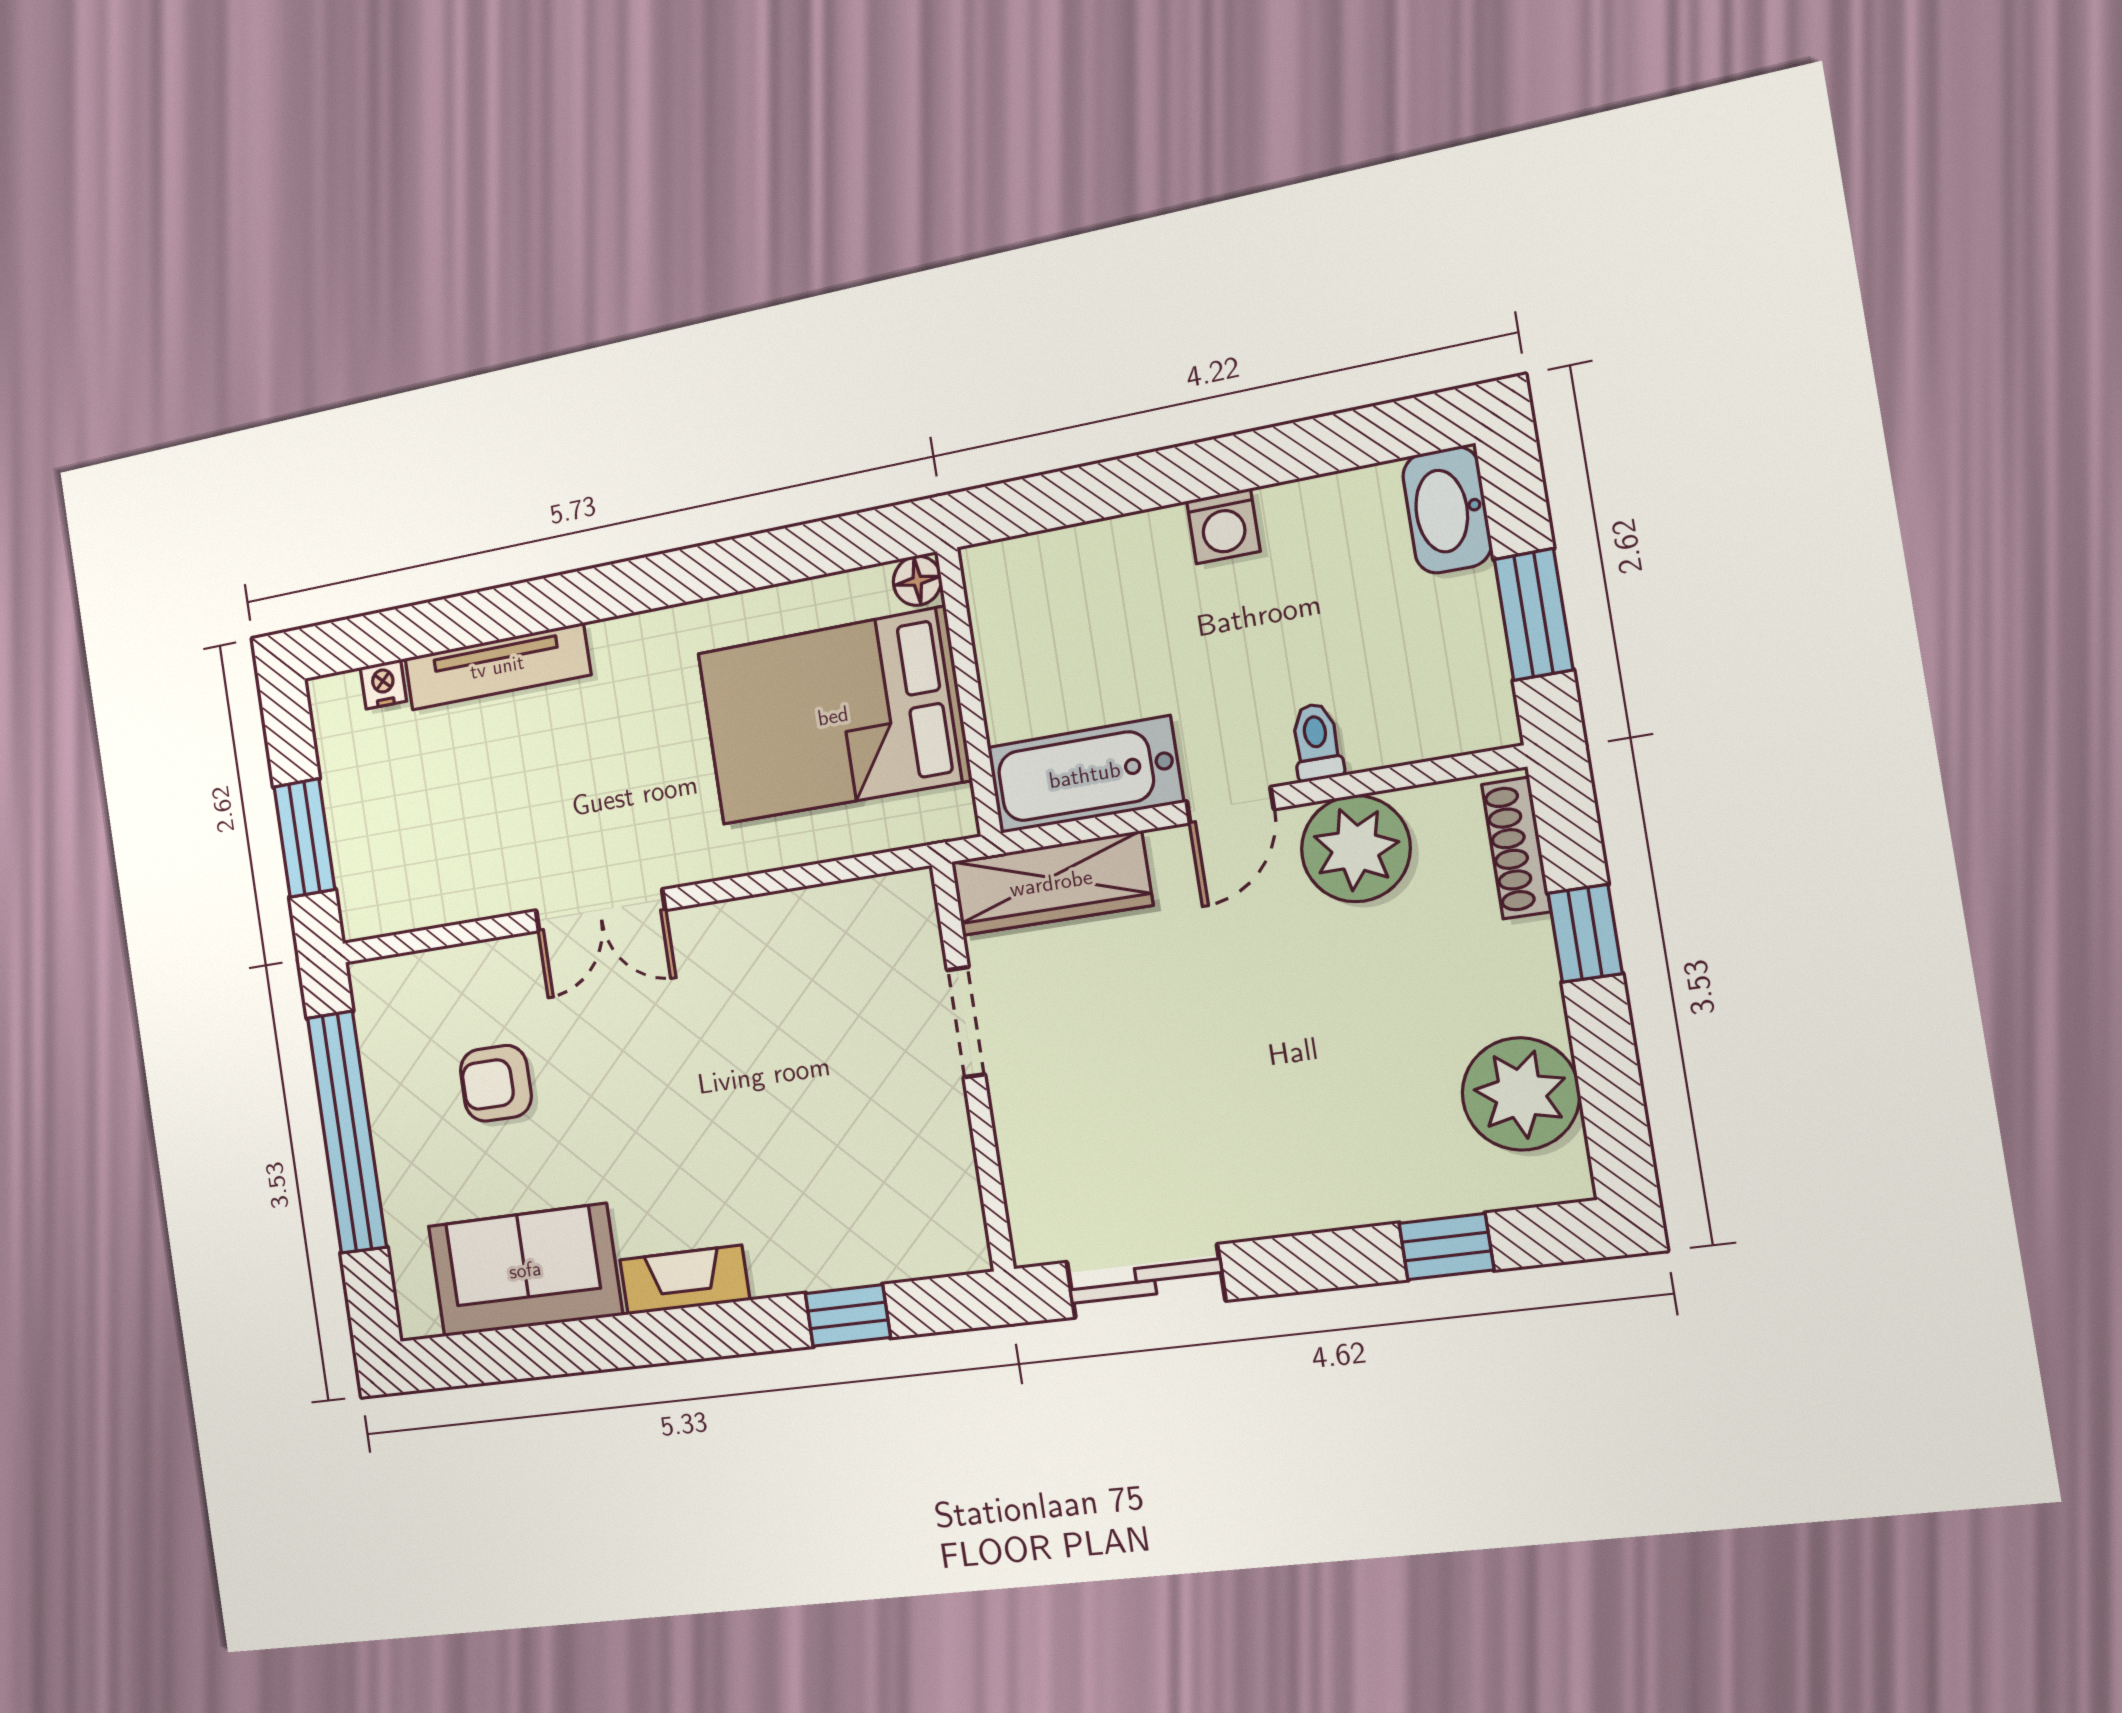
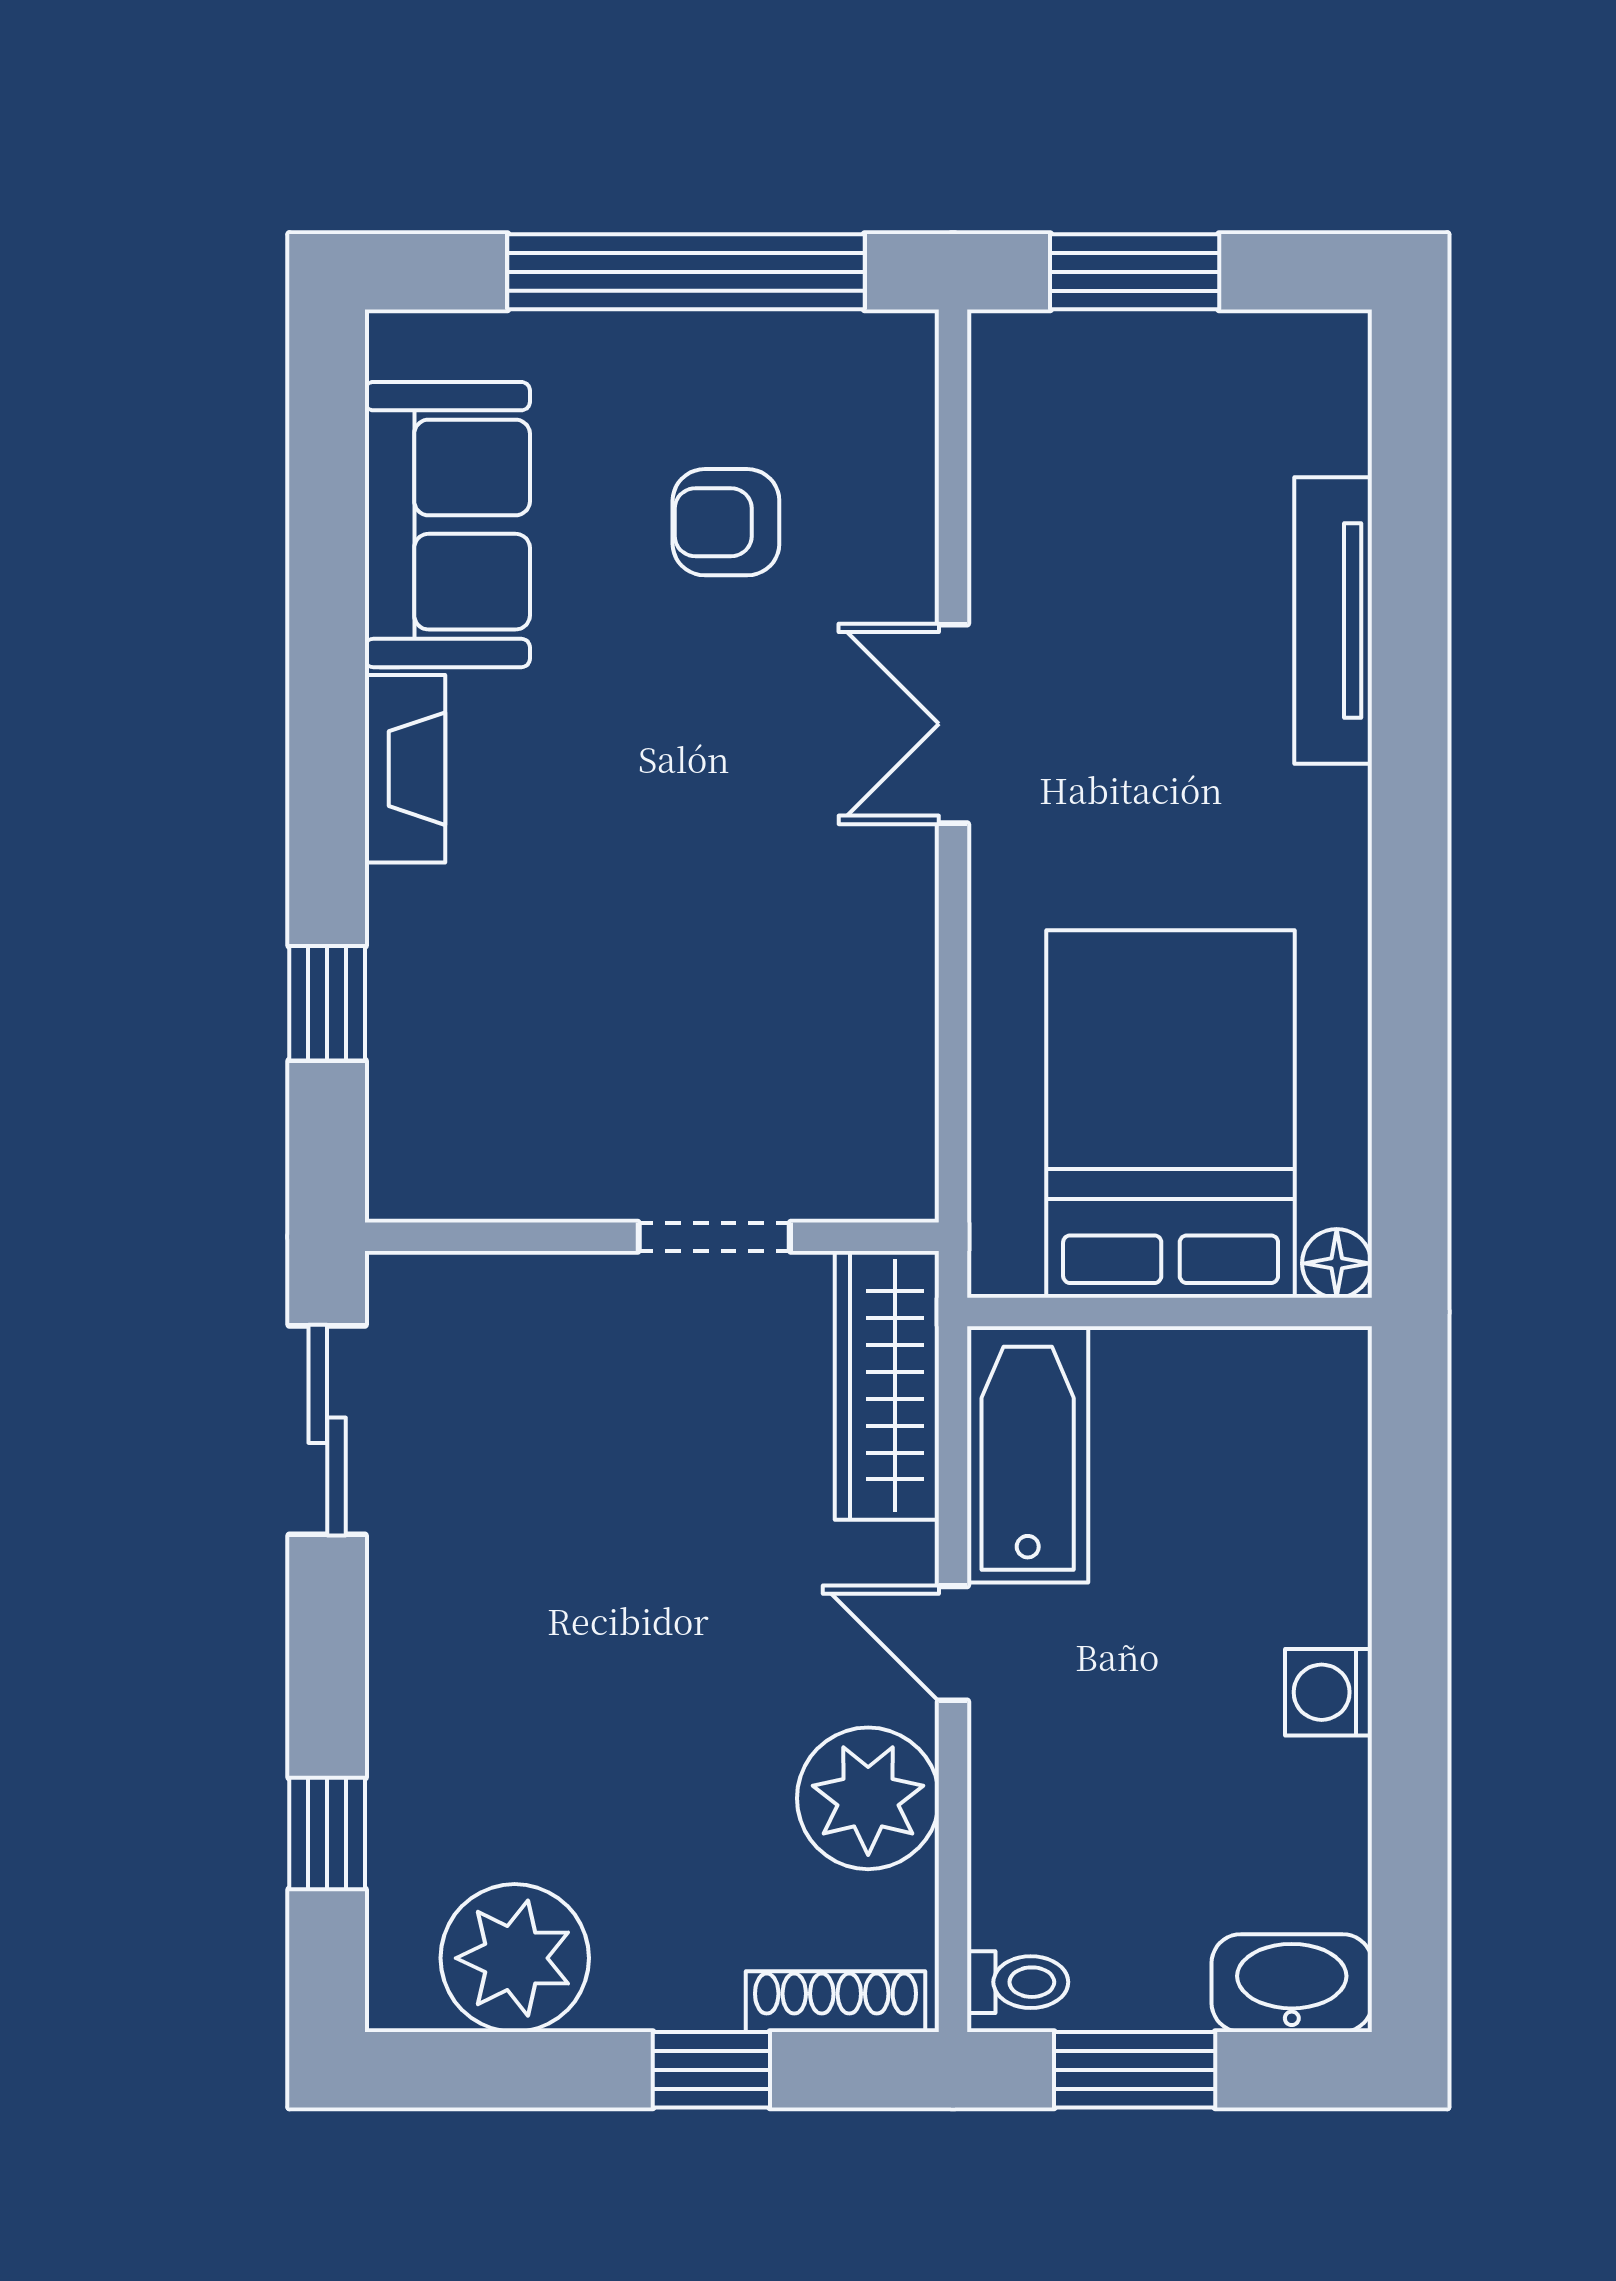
nightstand: (383, 684) -> (1340, 436), removed
toilet: (1317, 742) -> (1018, 1982), moved
armchair: (496, 1083) -> (726, 522), turned -90

